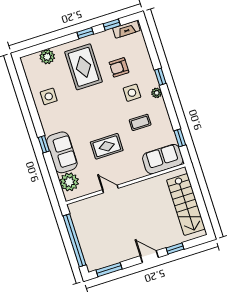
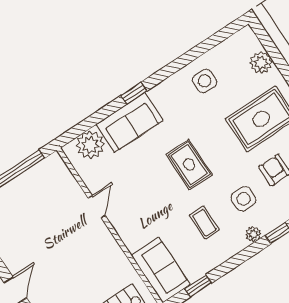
rug: (107, 146) -> (189, 165), moved

